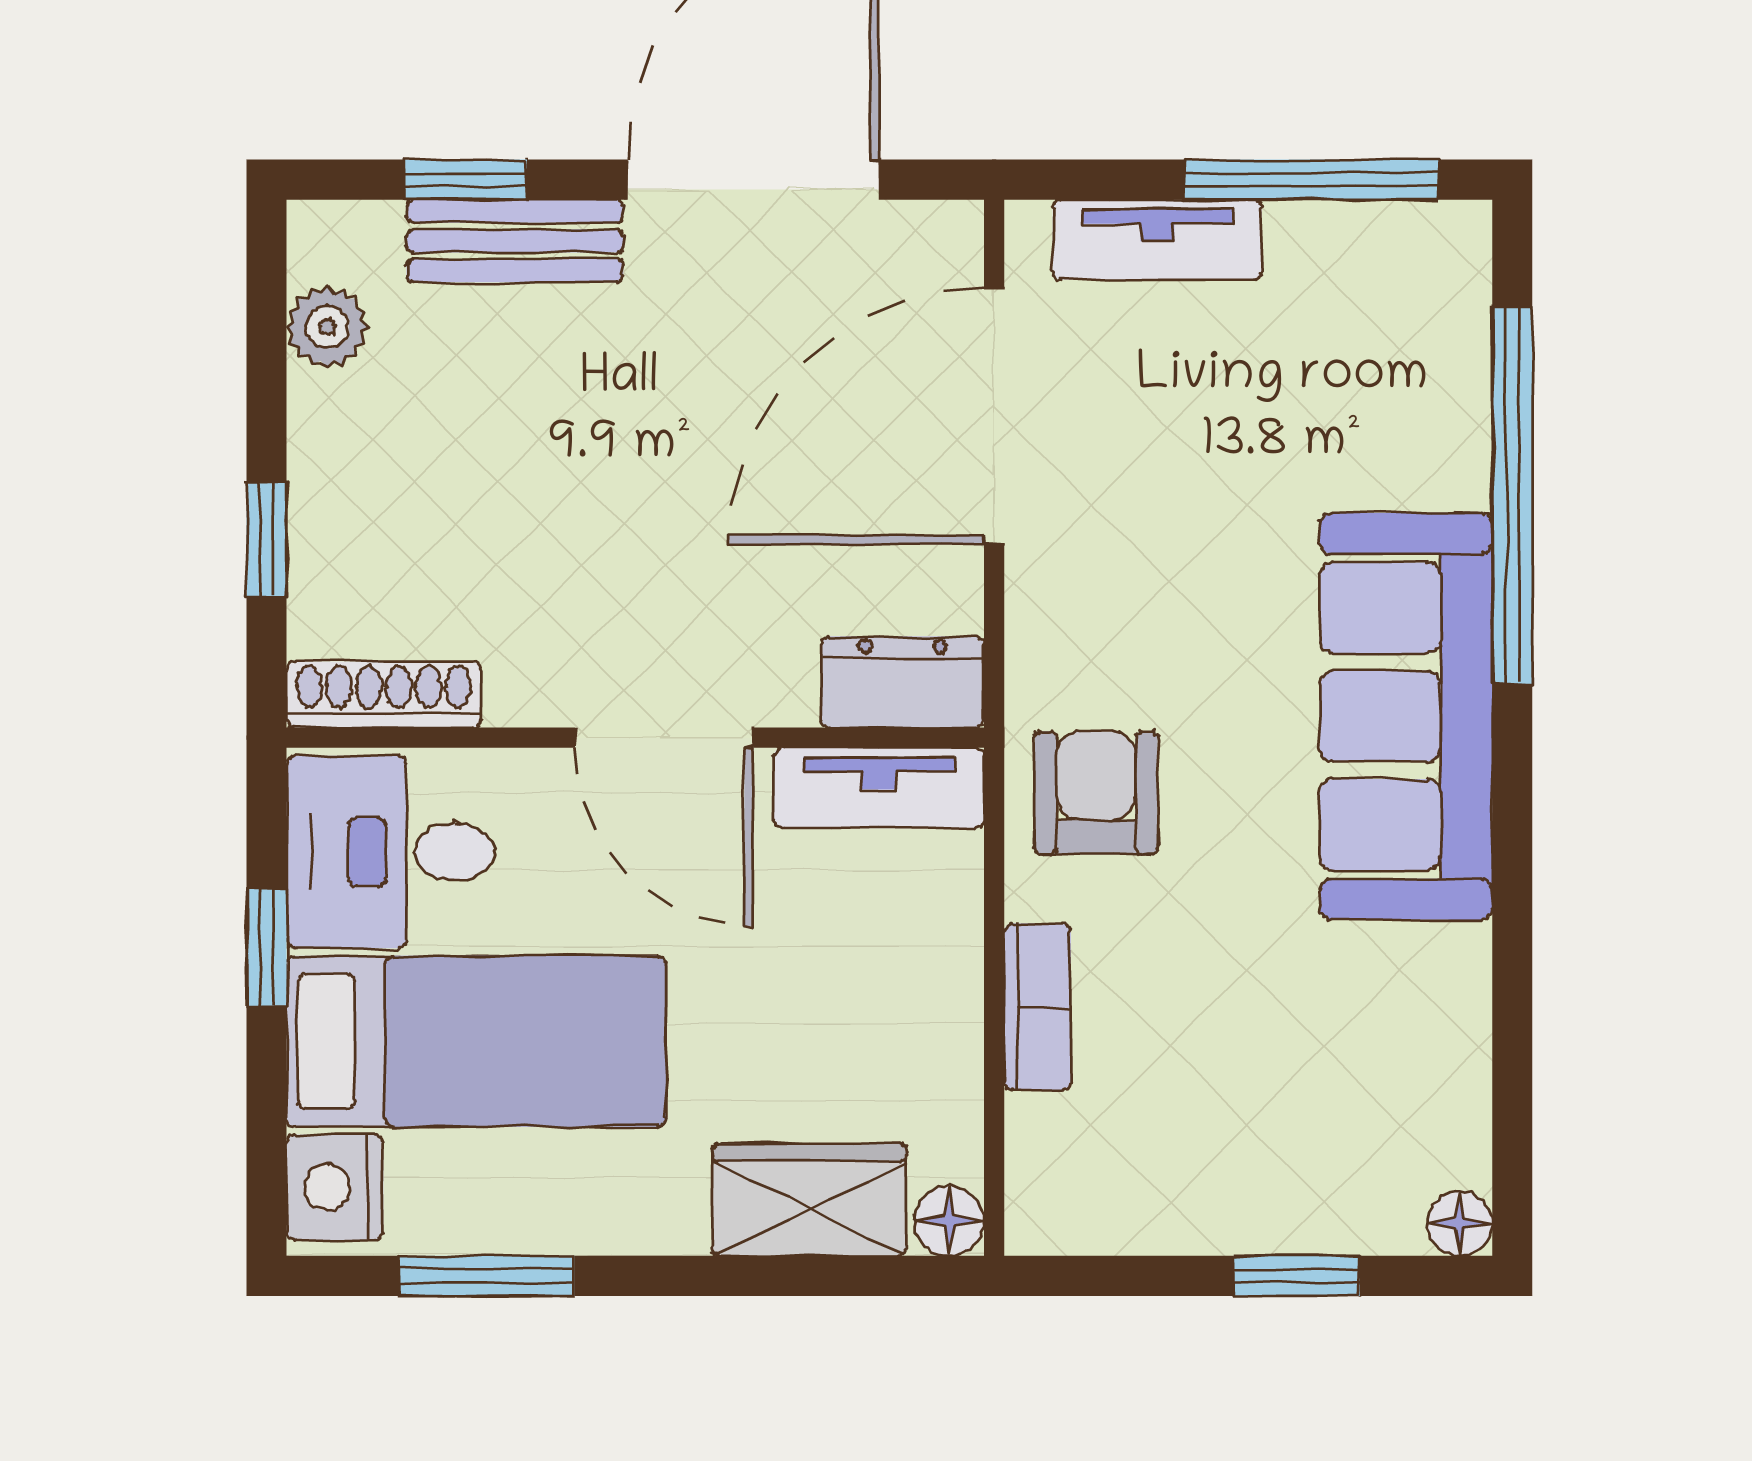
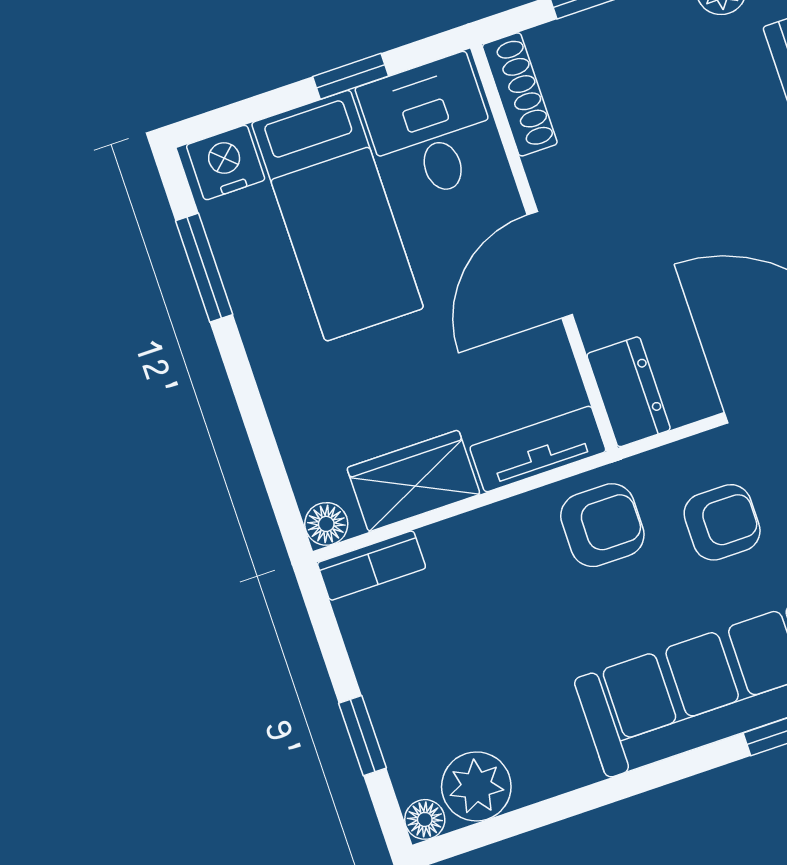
armchair: (1155, 605) -> (722, 522), added
tv unit: (879, 788) -> (538, 449), moved, turned 90
bookcase: (1037, 1007) -> (372, 566), moved
plant: (1436, 1126) -> (476, 786), added
wardrobe: (809, 1200) -> (413, 481), moved, turned -90

